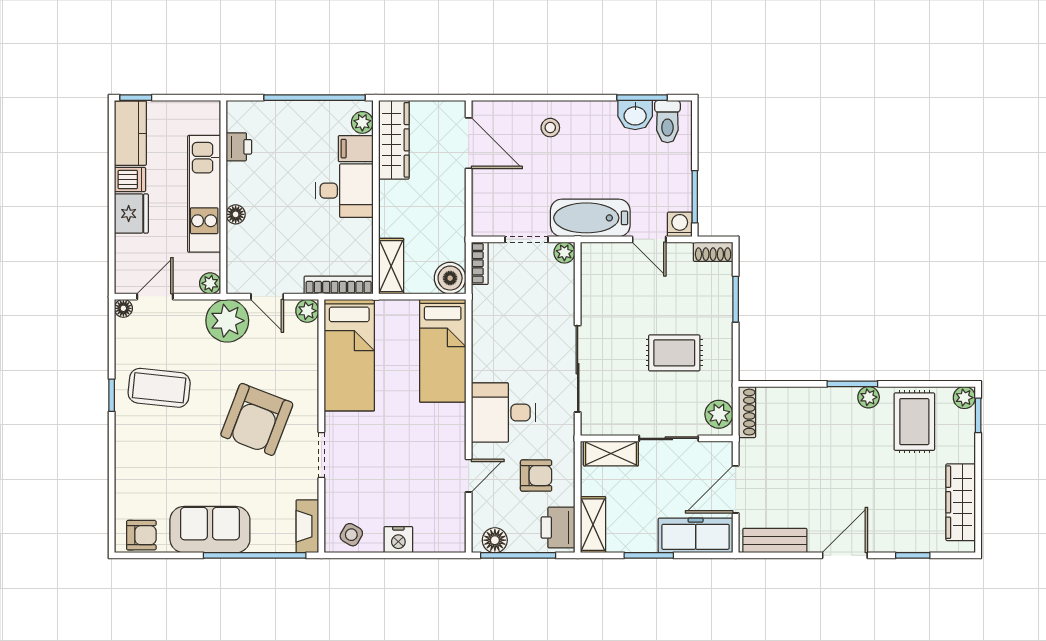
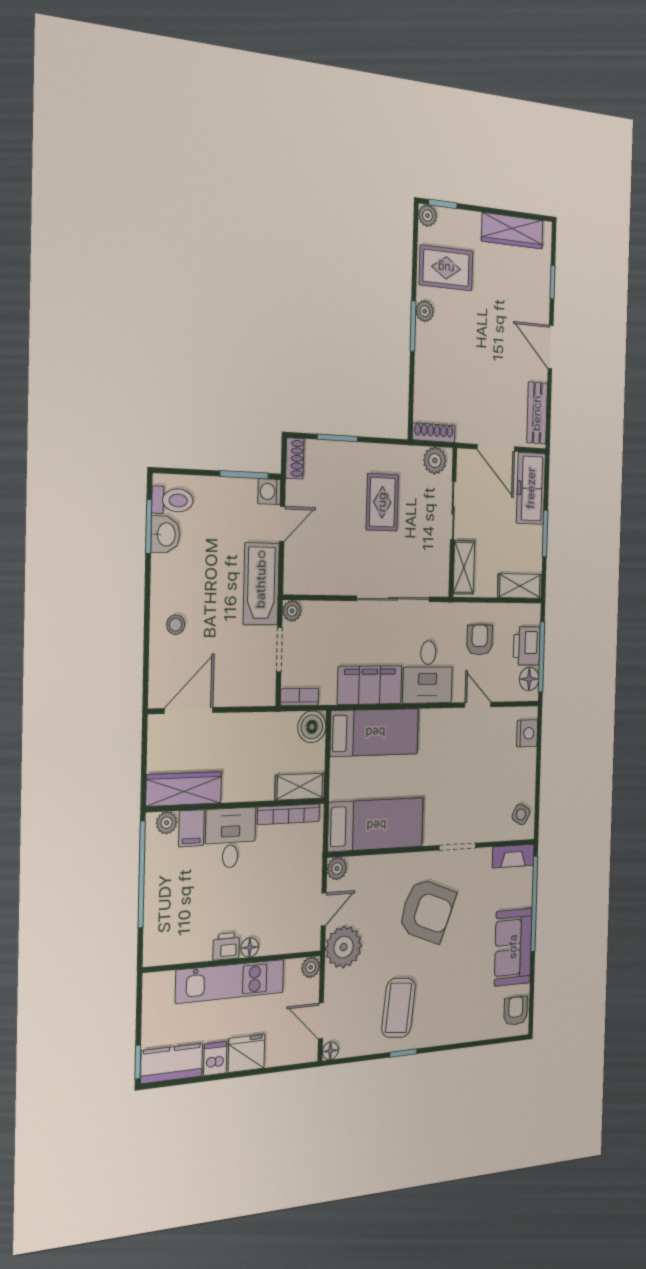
printer: (239, 147) -> (226, 946), moved
bookcase: (339, 285) -> (289, 814), moved, turned -90
filing cabinet: (491, 343) -> (370, 685), added
printer: (558, 527) -> (527, 646), moved, turned 90
nightstand: (398, 540) -> (527, 733), moved

